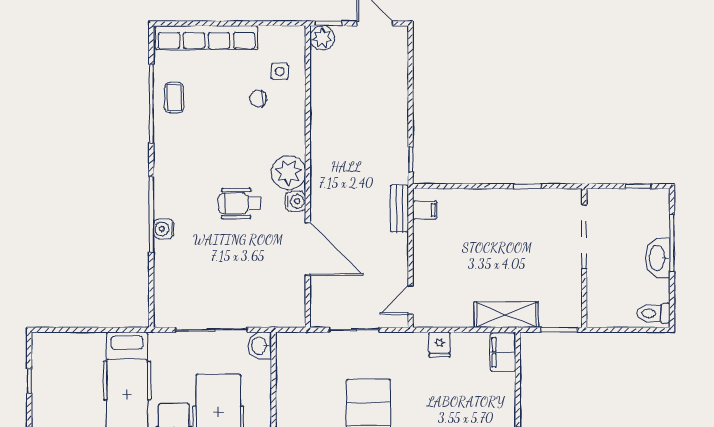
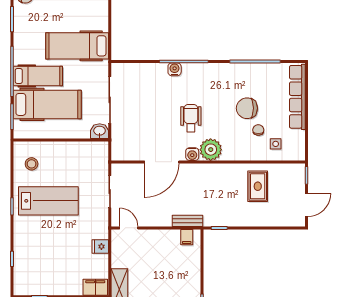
plant: (322, 38) -> (297, 171), removed
coffee table: (174, 98) -> (259, 76), removed
rug: (346, 99) -> (258, 186), added
chair: (224, 116) -> (247, 108), added

